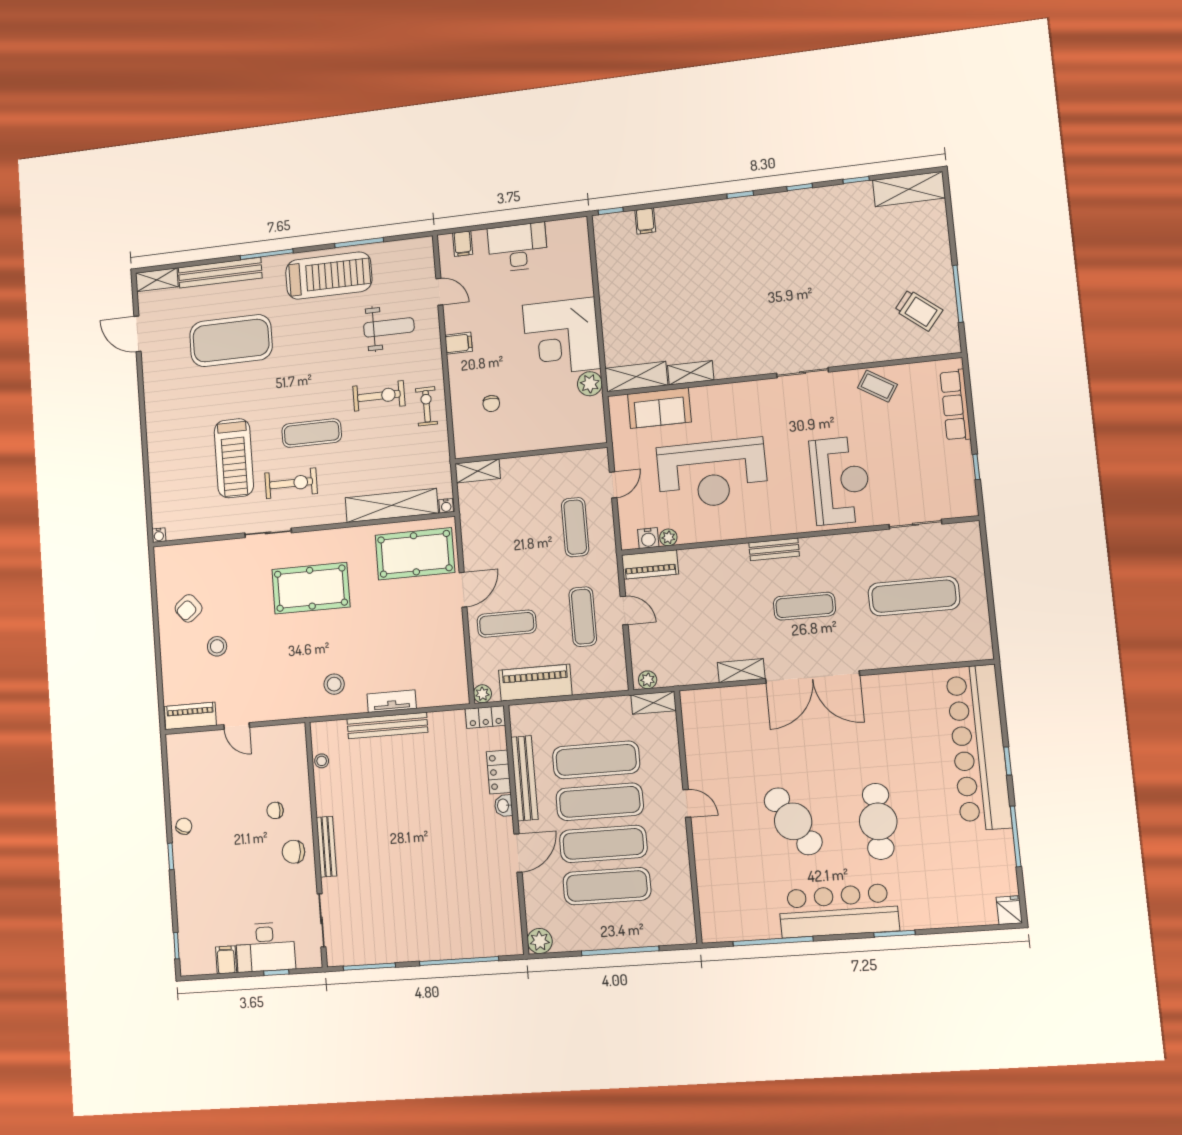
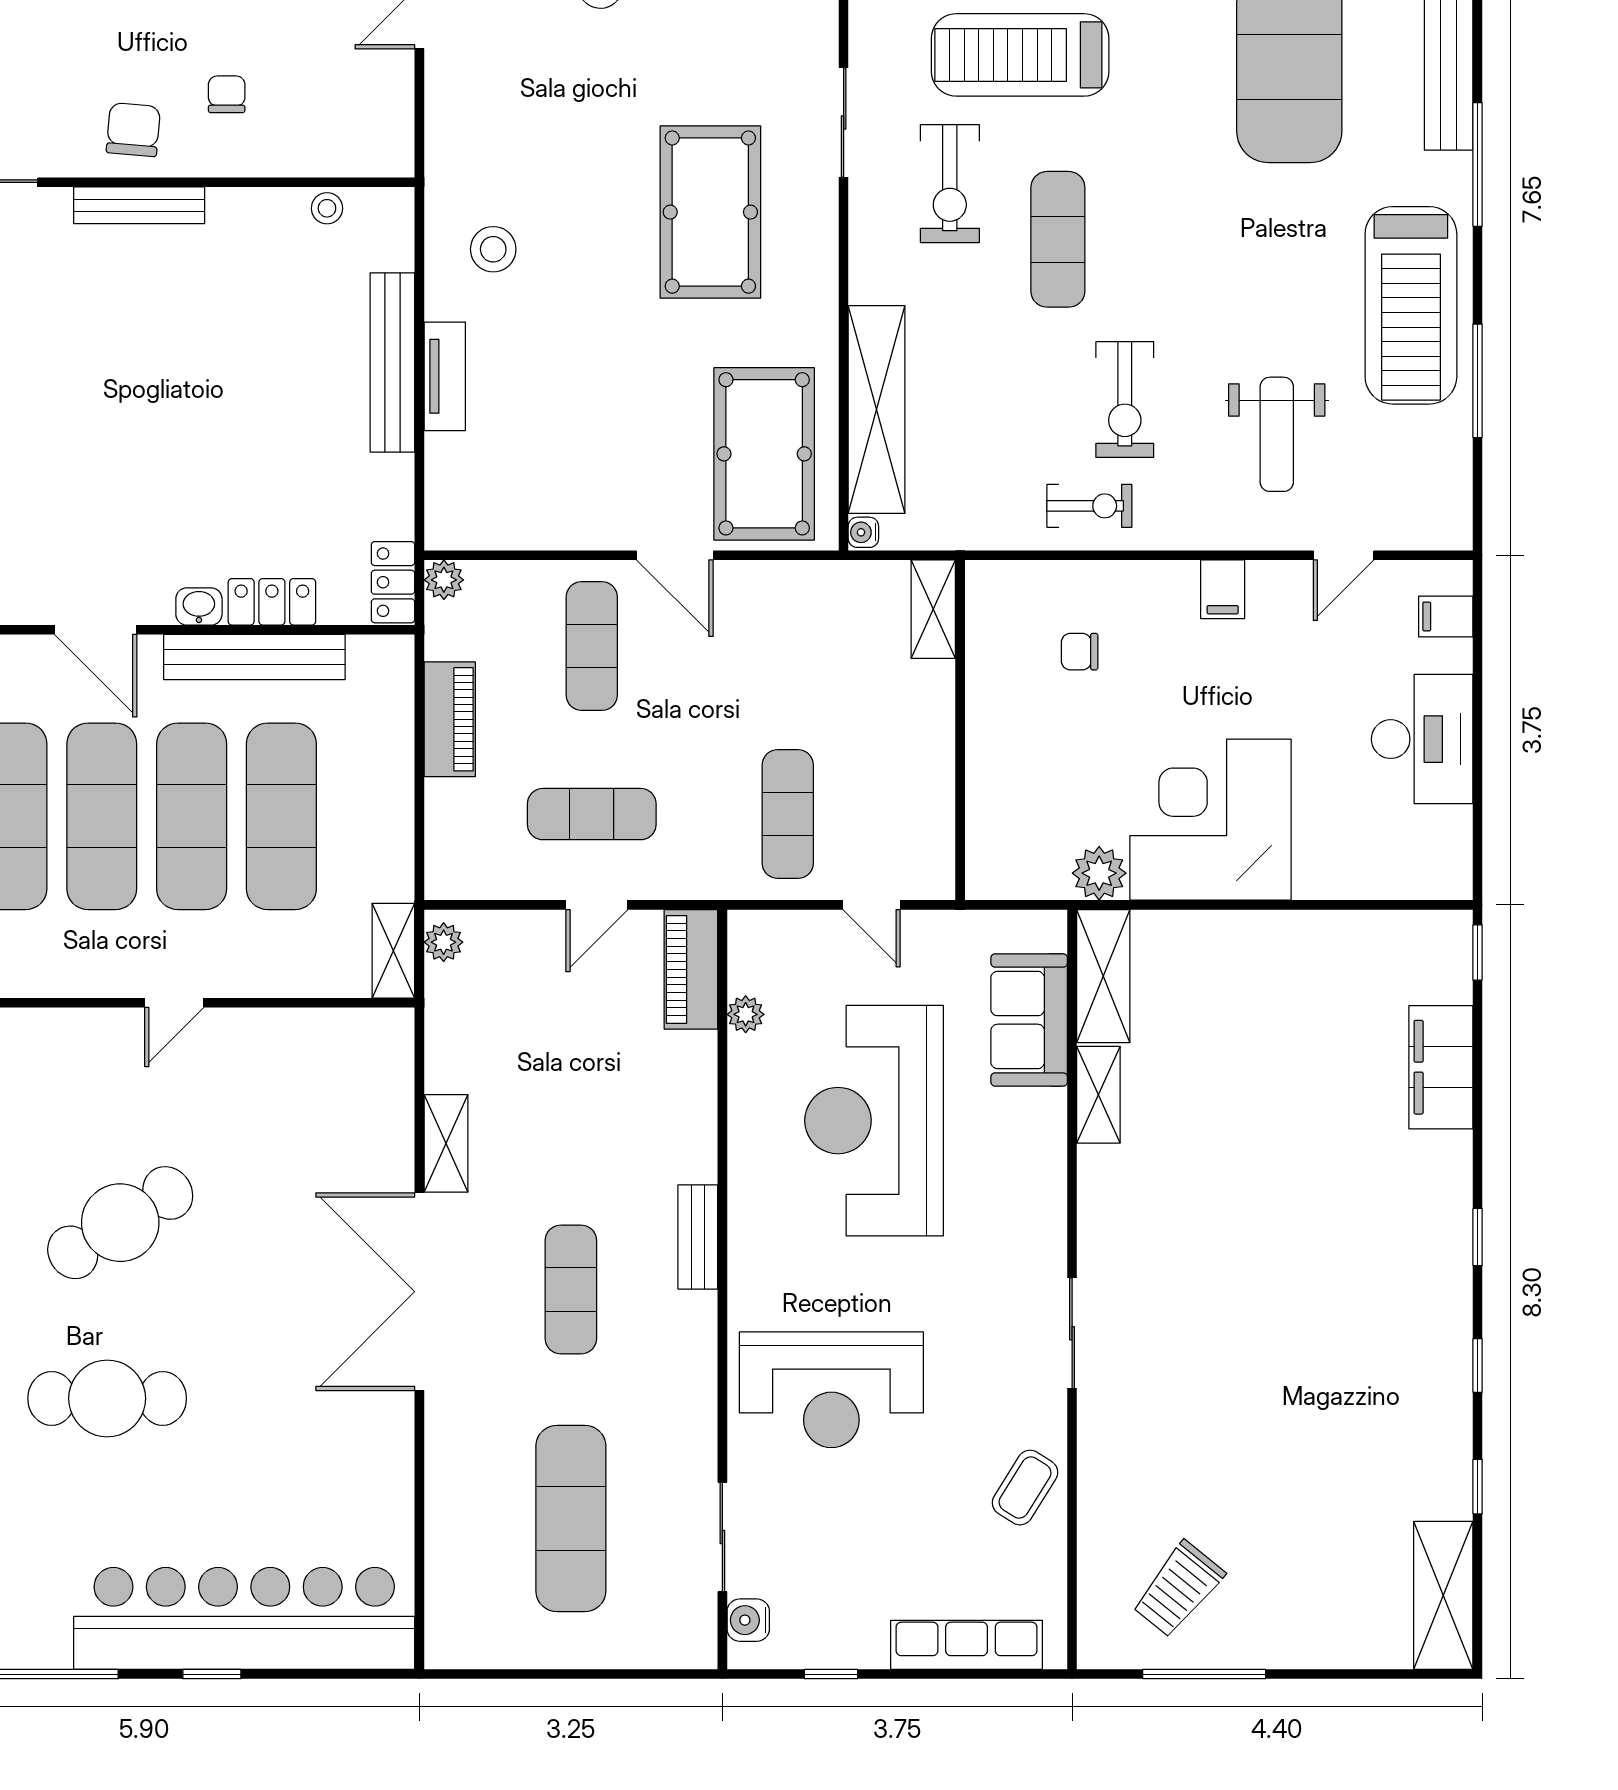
filing cabinet: (645, 221) -> (1441, 1067), width x3.00, depth x1.17
exercise mat: (575, 527) -> (788, 814), turned 90
water cooler: (648, 538) -> (748, 1620), moved
piano: (535, 683) -> (450, 719), width x0.73, depth x0.75

